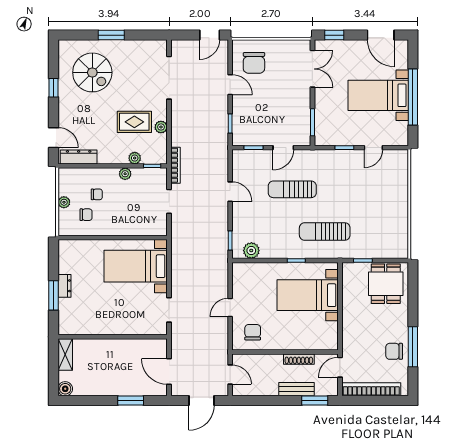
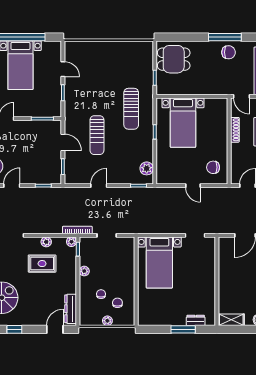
rug: (134, 122) -> (42, 264), turned 90
plant: (135, 158) -> (71, 242), moved
dresser: (64, 286) -> (196, 320), moved
chair: (394, 351) -> (229, 52), turned -90

